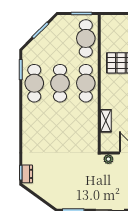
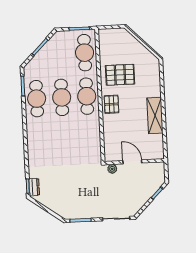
pallet: (111, 93) -> (111, 104), added
shelving: (106, 121) -> (108, 132), removed

